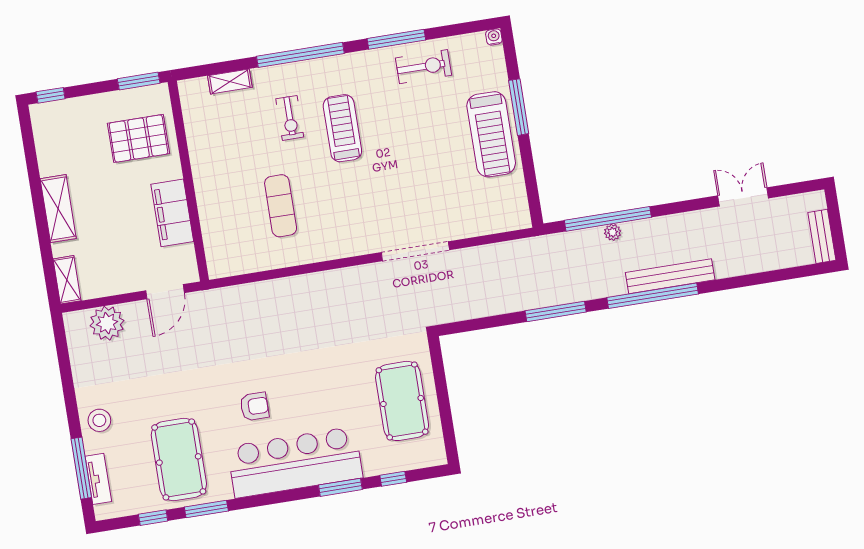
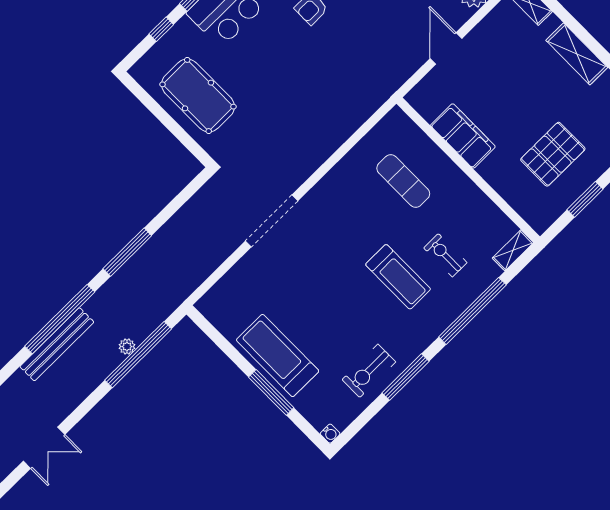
wall: (188, 181) -> (468, 170), moved
filing cabinet: (172, 213) -> (463, 136), moved

